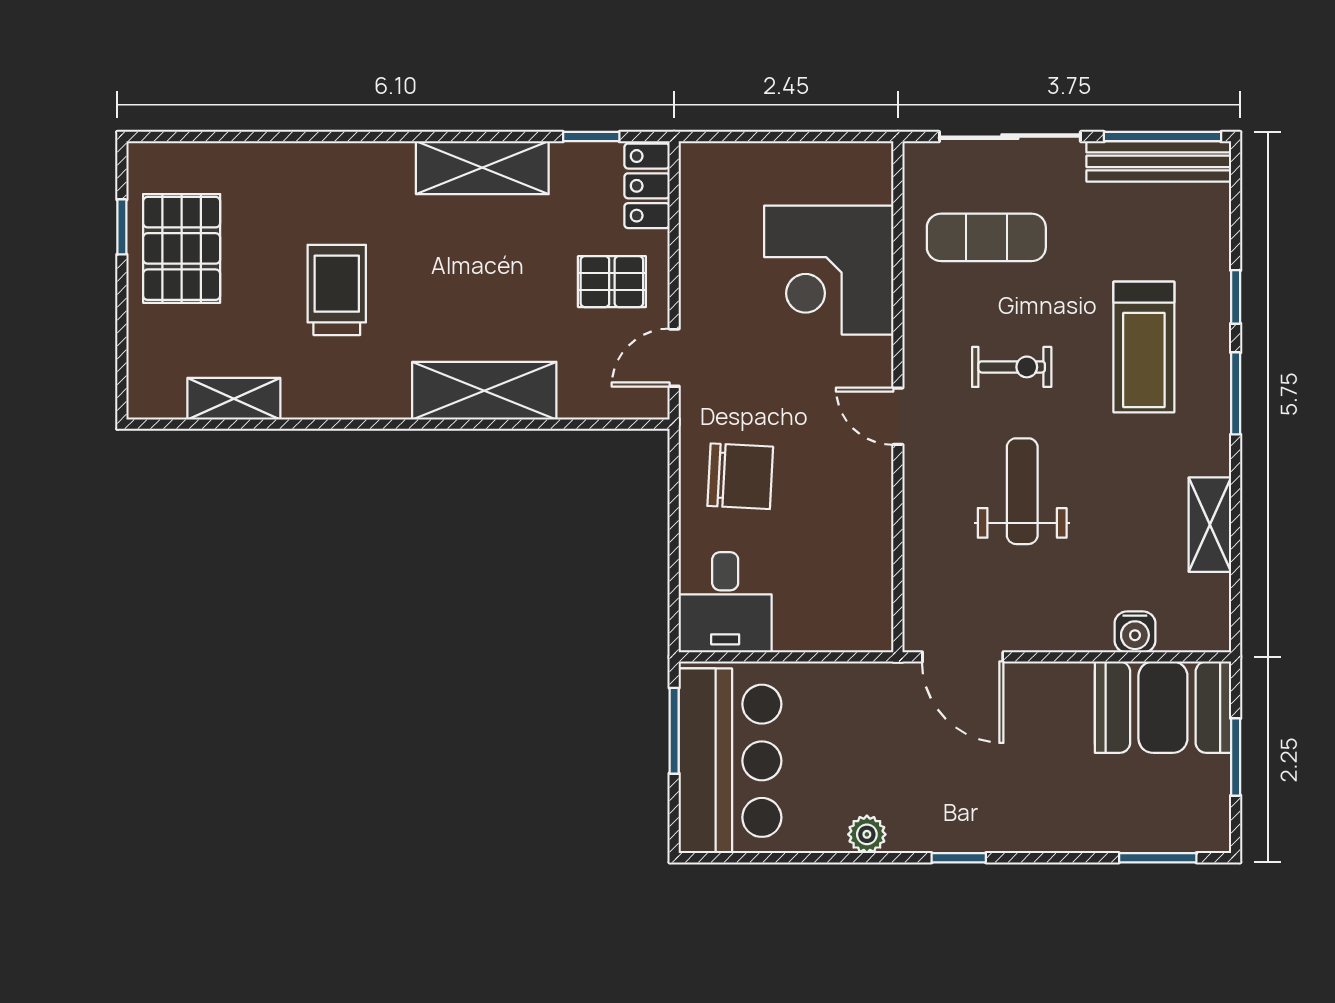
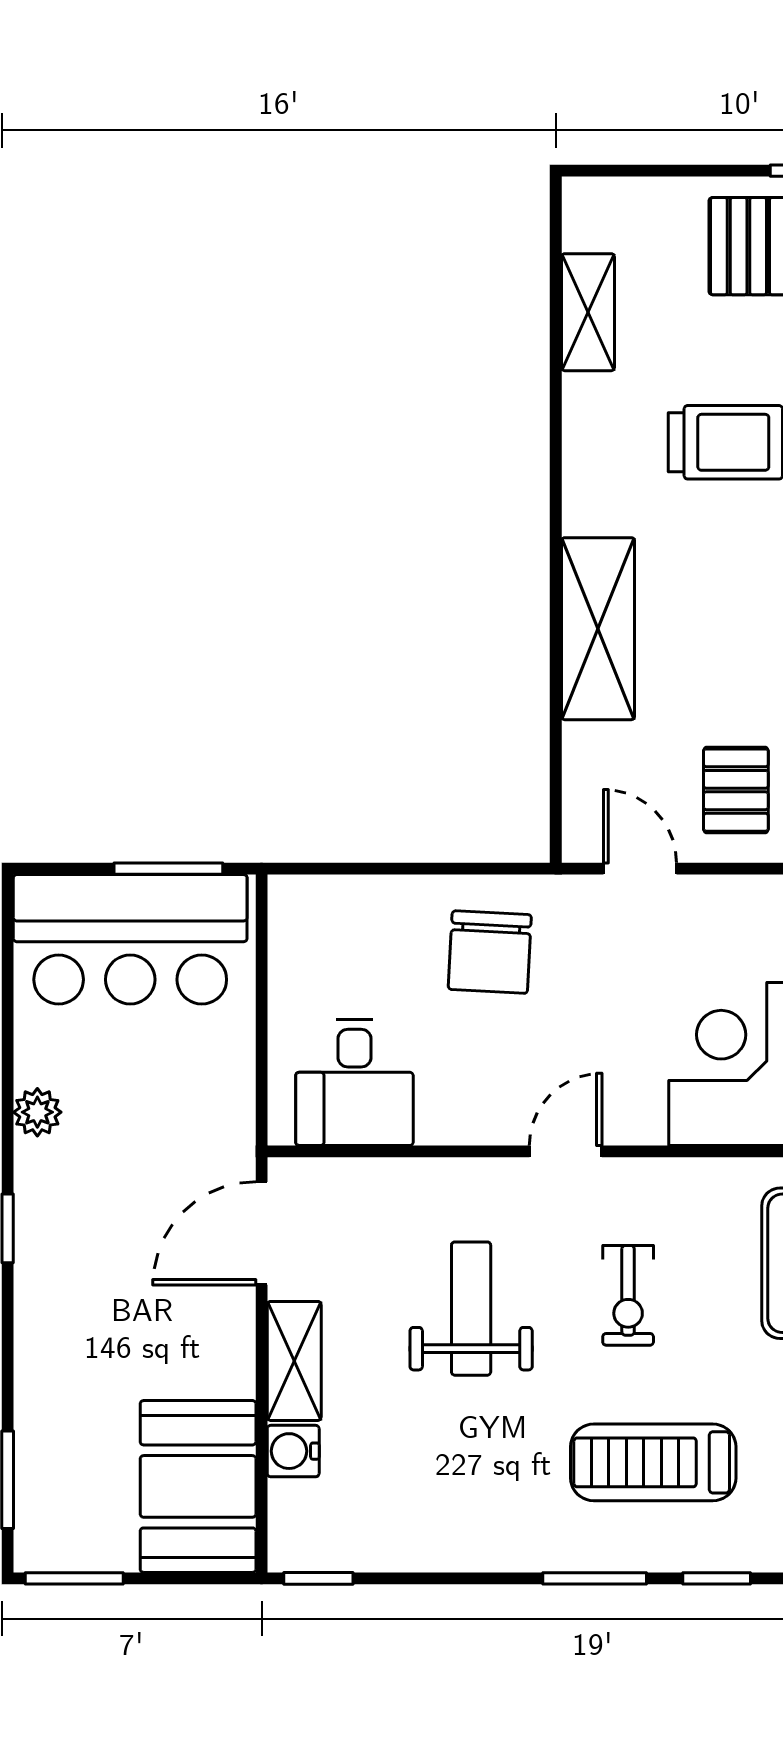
weight bench: (1022, 491) -> (471, 1309), turned -90
shelving: (1210, 525) -> (294, 1361), moved, turned 90
desk: (725, 602) -> (354, 1082), moved, turned -90
window: (1236, 612) -> (318, 1578), added
window: (1236, 757) -> (74, 1578), moved

